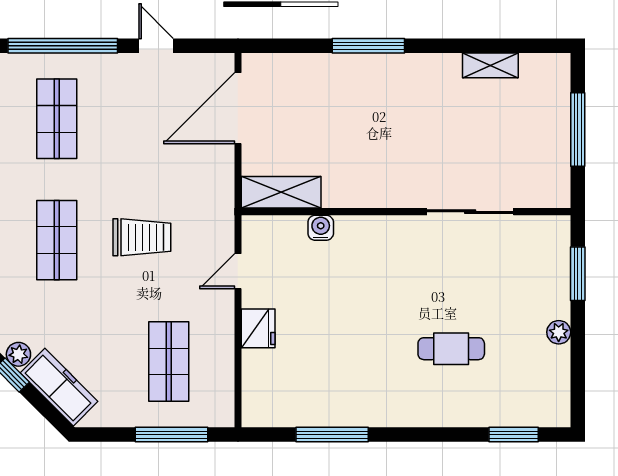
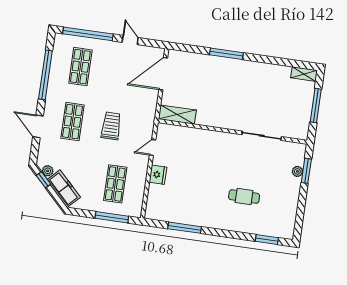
shelving: (490, 65) -> (304, 74), moved
water cooler: (321, 228) -> (193, 133), removed
trolley: (142, 237) -> (111, 126), turned -90
plant: (559, 332) -> (297, 171), moved

